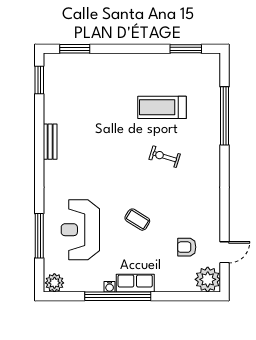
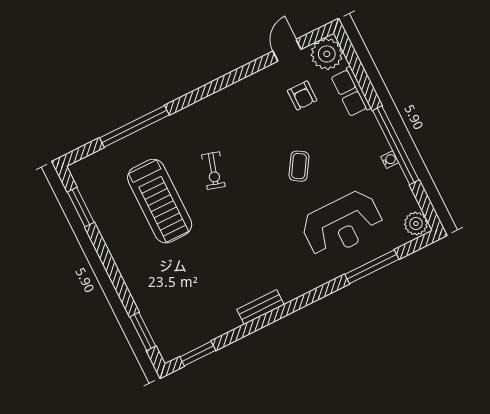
treadmill: (162, 107) -> (160, 201), width x1.37, depth x1.38
door: (225, 252) -> (287, 50), hinge flipped
row of seats: (135, 283) -> (351, 92), moved

